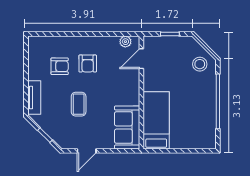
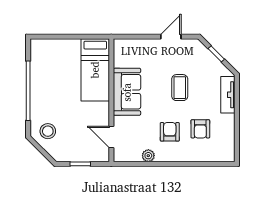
plant: (125, 42) -> (148, 156), moved
door: (141, 59) -> (111, 137), swing flipped
armchair: (60, 66) -> (200, 129), turned -90
sofa: (127, 127) -> (127, 92), moved

